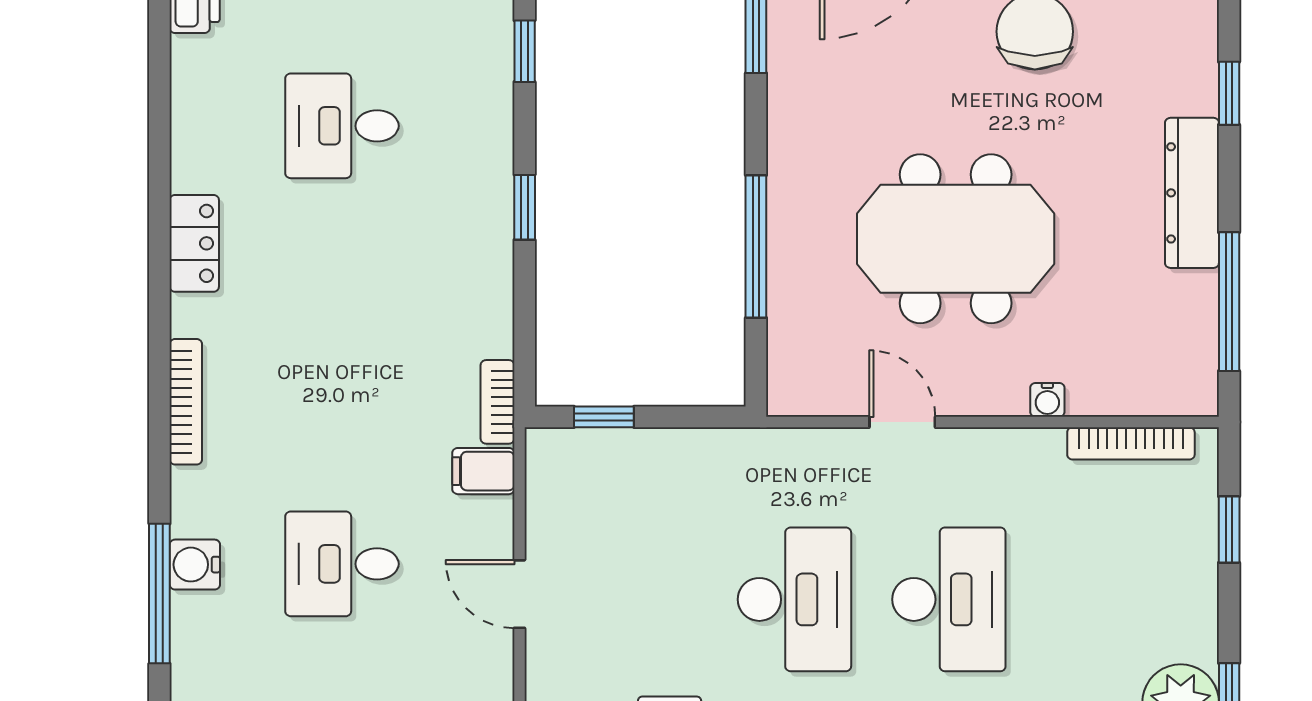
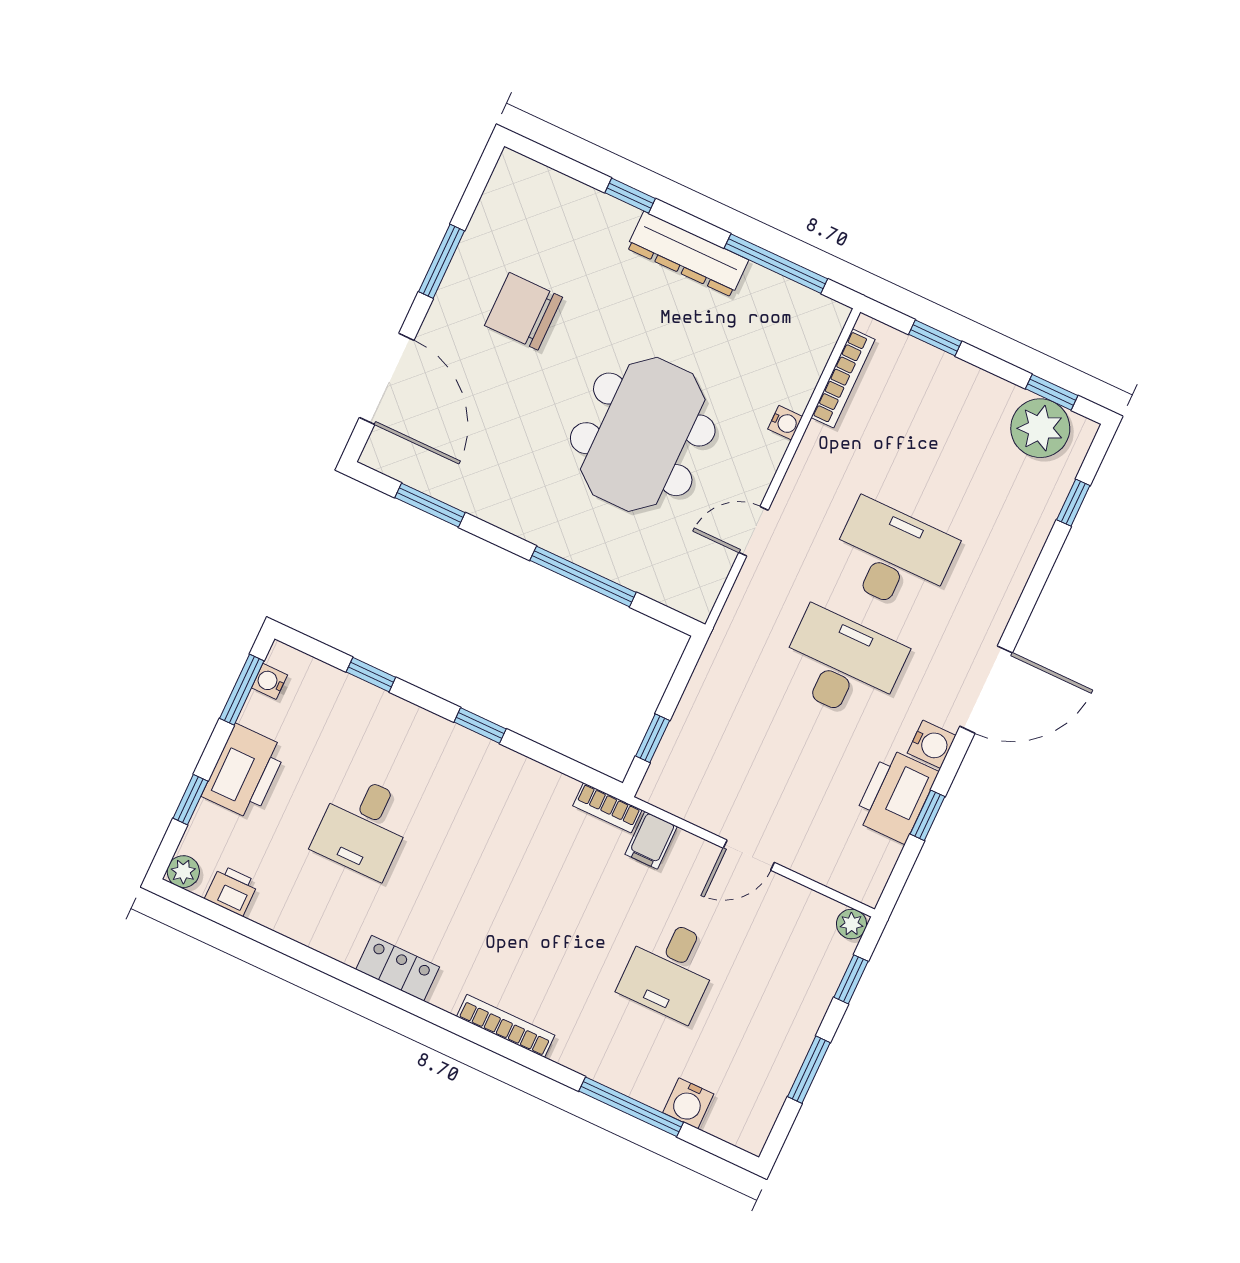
water cooler: (195, 565) -> (688, 1103), moved

